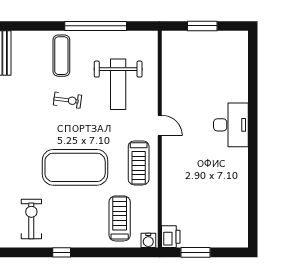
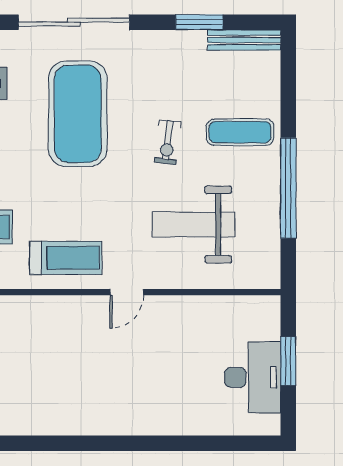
desk: (231, 125) -> (253, 377), moved, turned -90
treadmill: (139, 163) -> (66, 258), turned 180
exercise mat: (75, 167) -> (78, 114), moved

